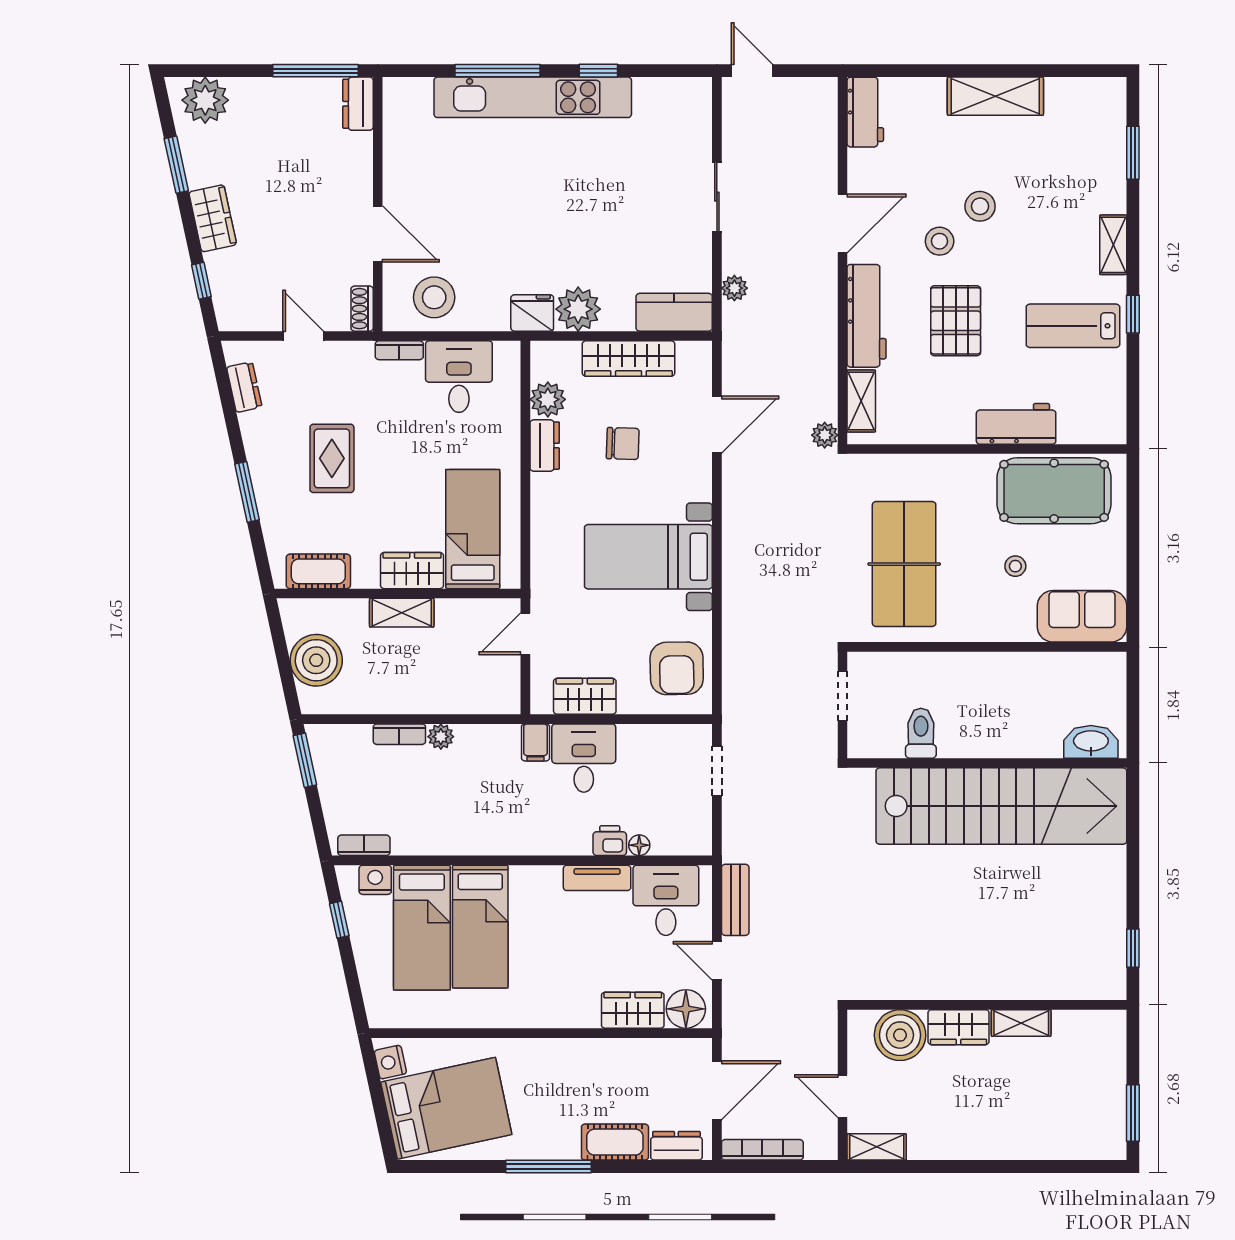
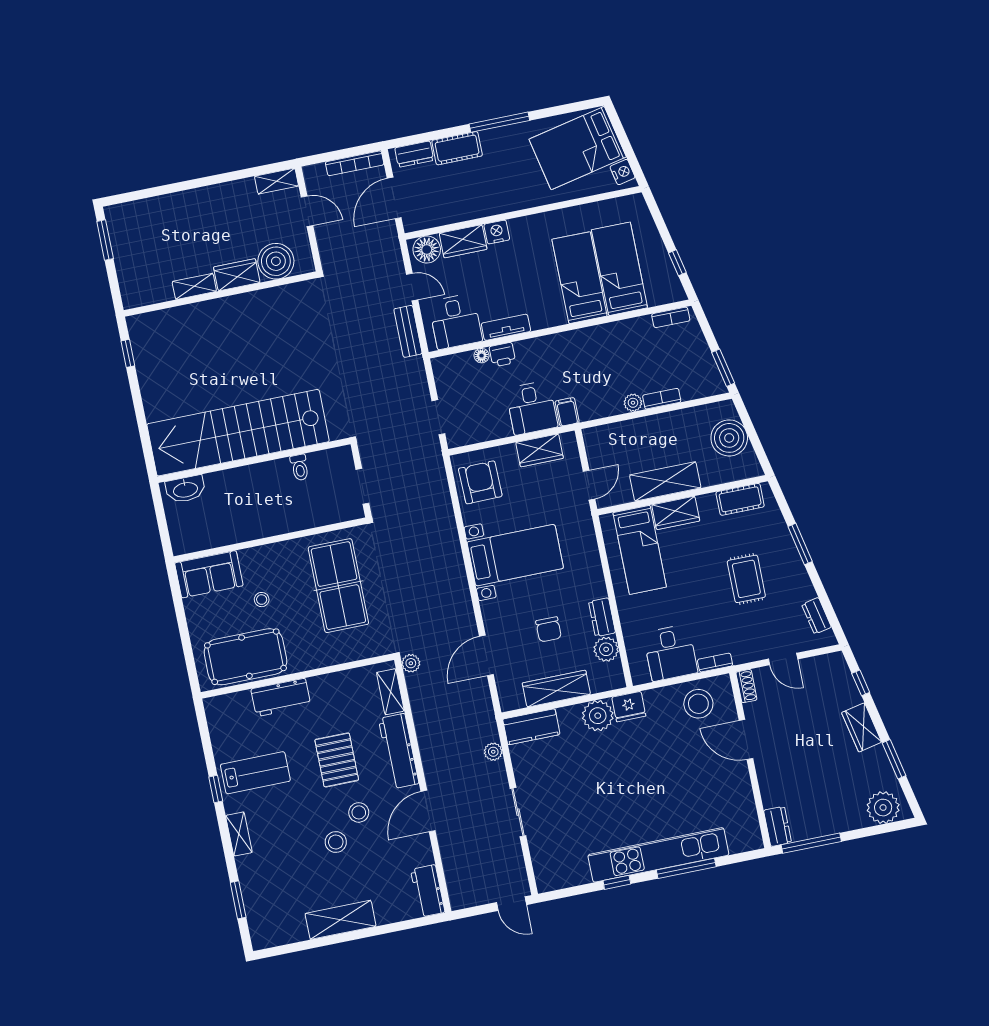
chair: (623, 444) -> (548, 629), turned -92
shelving: (402, 613) -> (665, 481), width x1.50, depth x1.33
toilet: (921, 733) -> (300, 467), width x0.73, depth x0.72
nightstand: (375, 880) -> (497, 232), moved, turned 180

